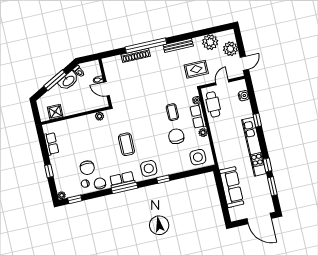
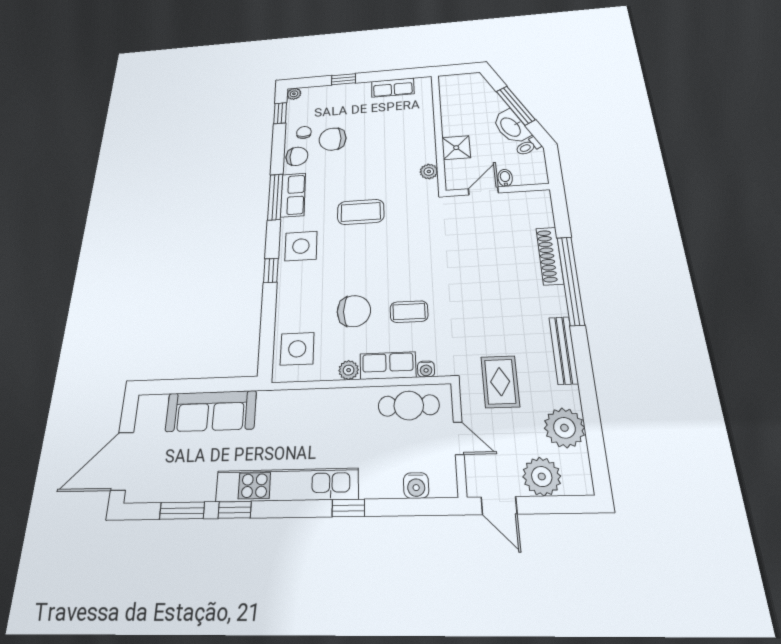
shower: (55, 112) -> (456, 148), moved

